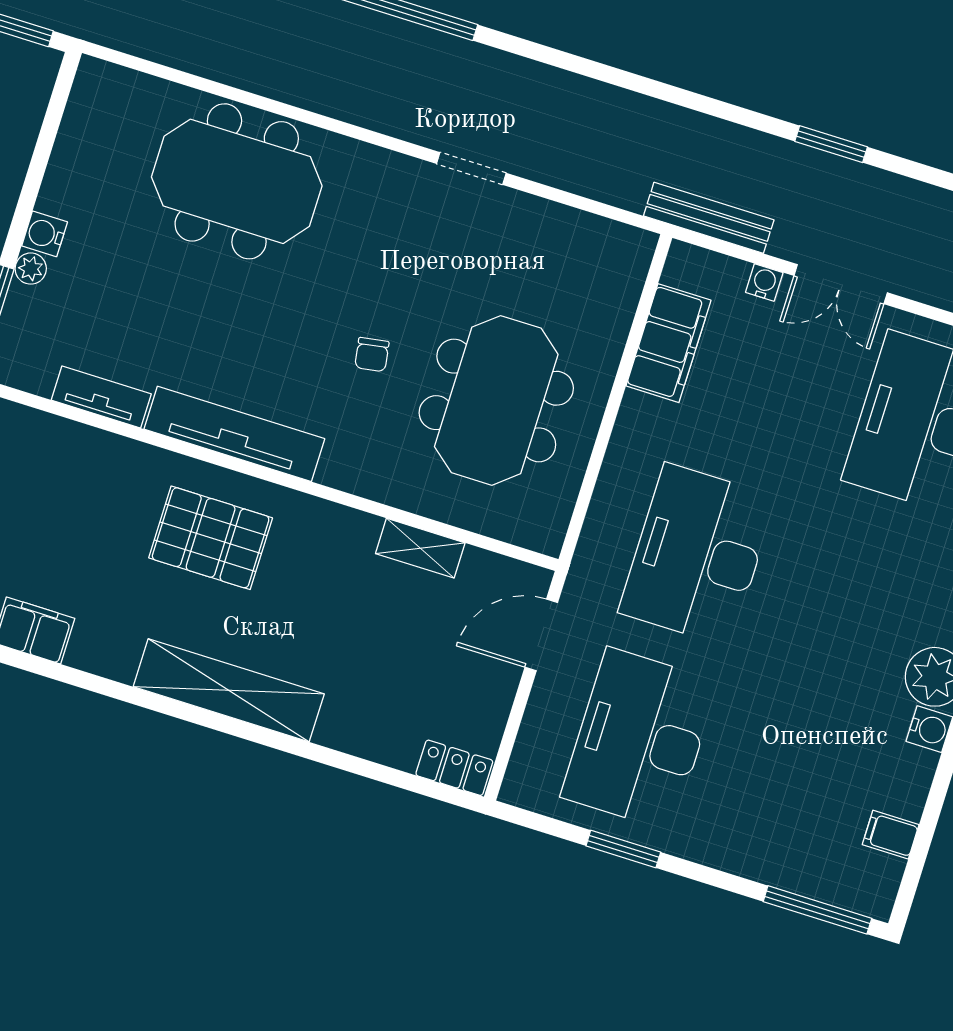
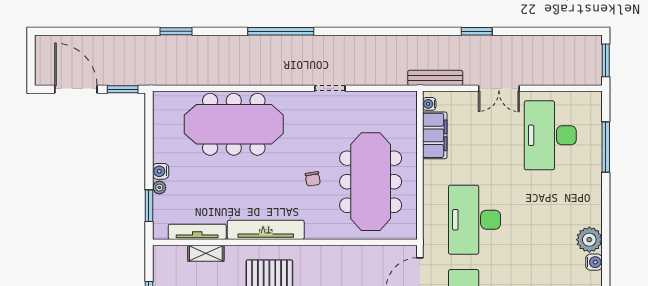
meeting table: (237, 181) -> (234, 124), width x1.36
water cooler: (764, 282) -> (429, 104), moved, turned -90
tv unit: (101, 397) -> (197, 232), width x1.41
meeting table: (496, 400) -> (371, 182), width x1.36
shelving: (420, 548) -> (206, 253), moved

